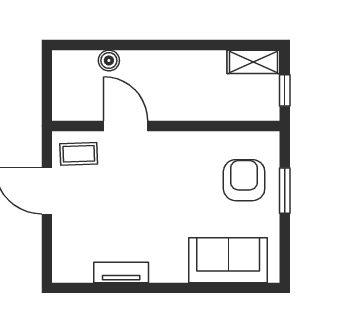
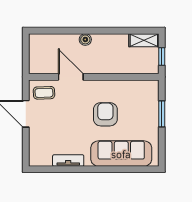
boiler: (109, 60) -> (85, 39), moved
armchair: (244, 180) -> (105, 114), moved
sofa: (228, 260) -> (121, 154), width x1.36

